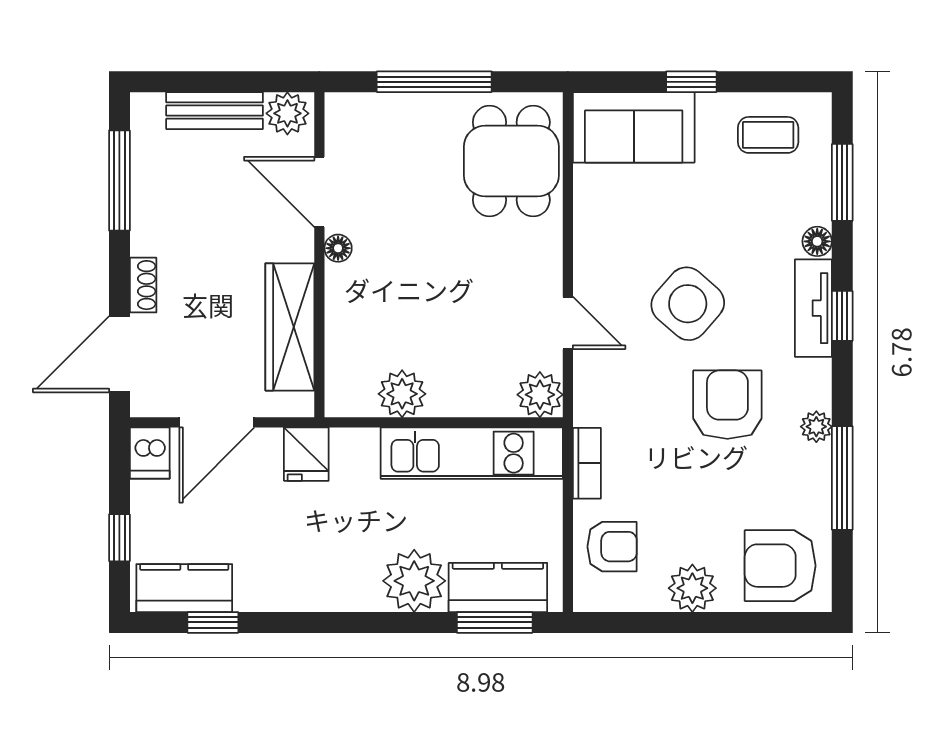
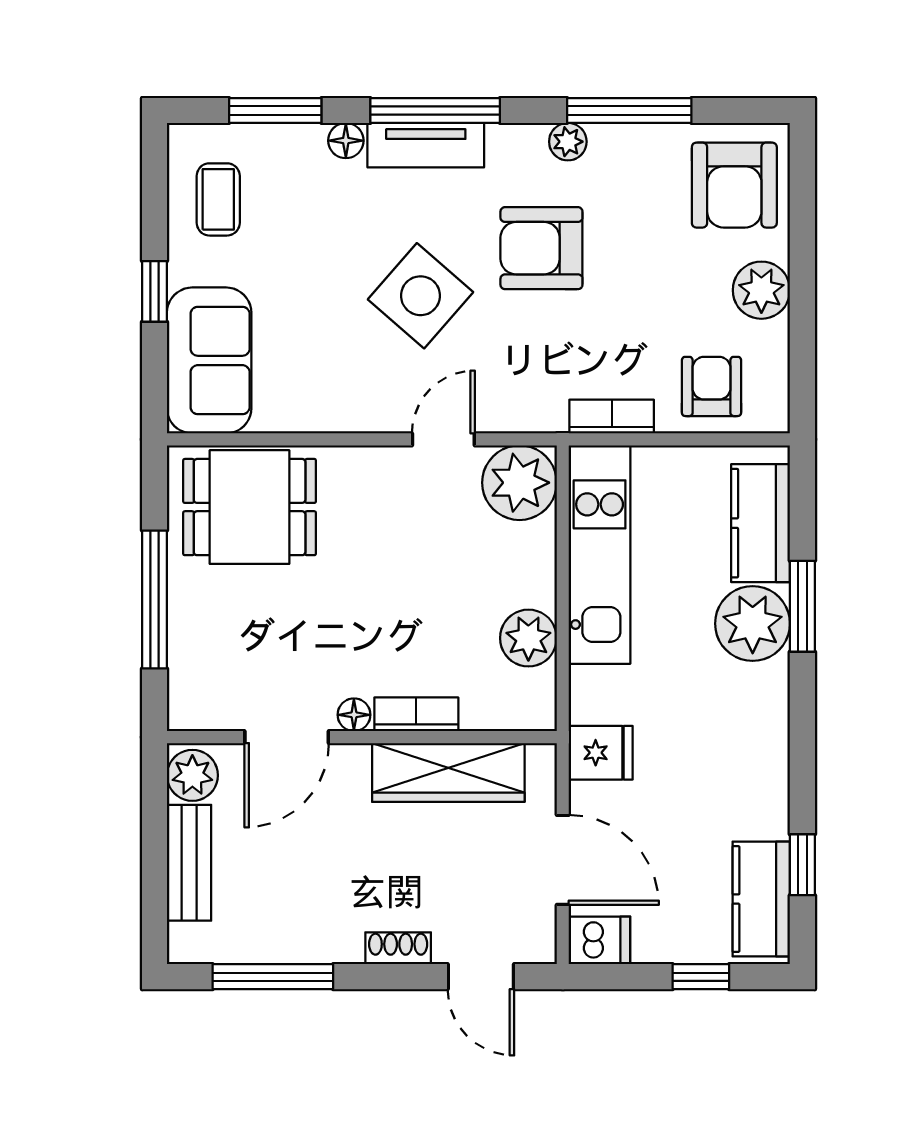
bookcase: (338, 300) -> (416, 714), added
window: (842, 316) -> (435, 111), width x2.17
door: (119, 354) -> (481, 977), width x0.73
plant: (540, 395) -> (519, 483), width x1.36, depth x1.36
window: (495, 622) -> (802, 606), moved

